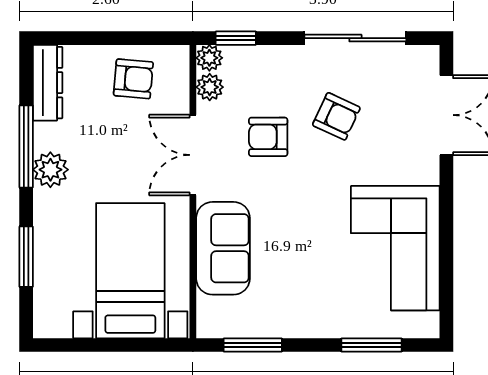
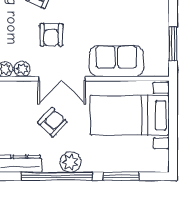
armchair: (133, 79) -> (52, 122), moved, turned 39
window: (26, 146) -> (57, 176), width x1.46

